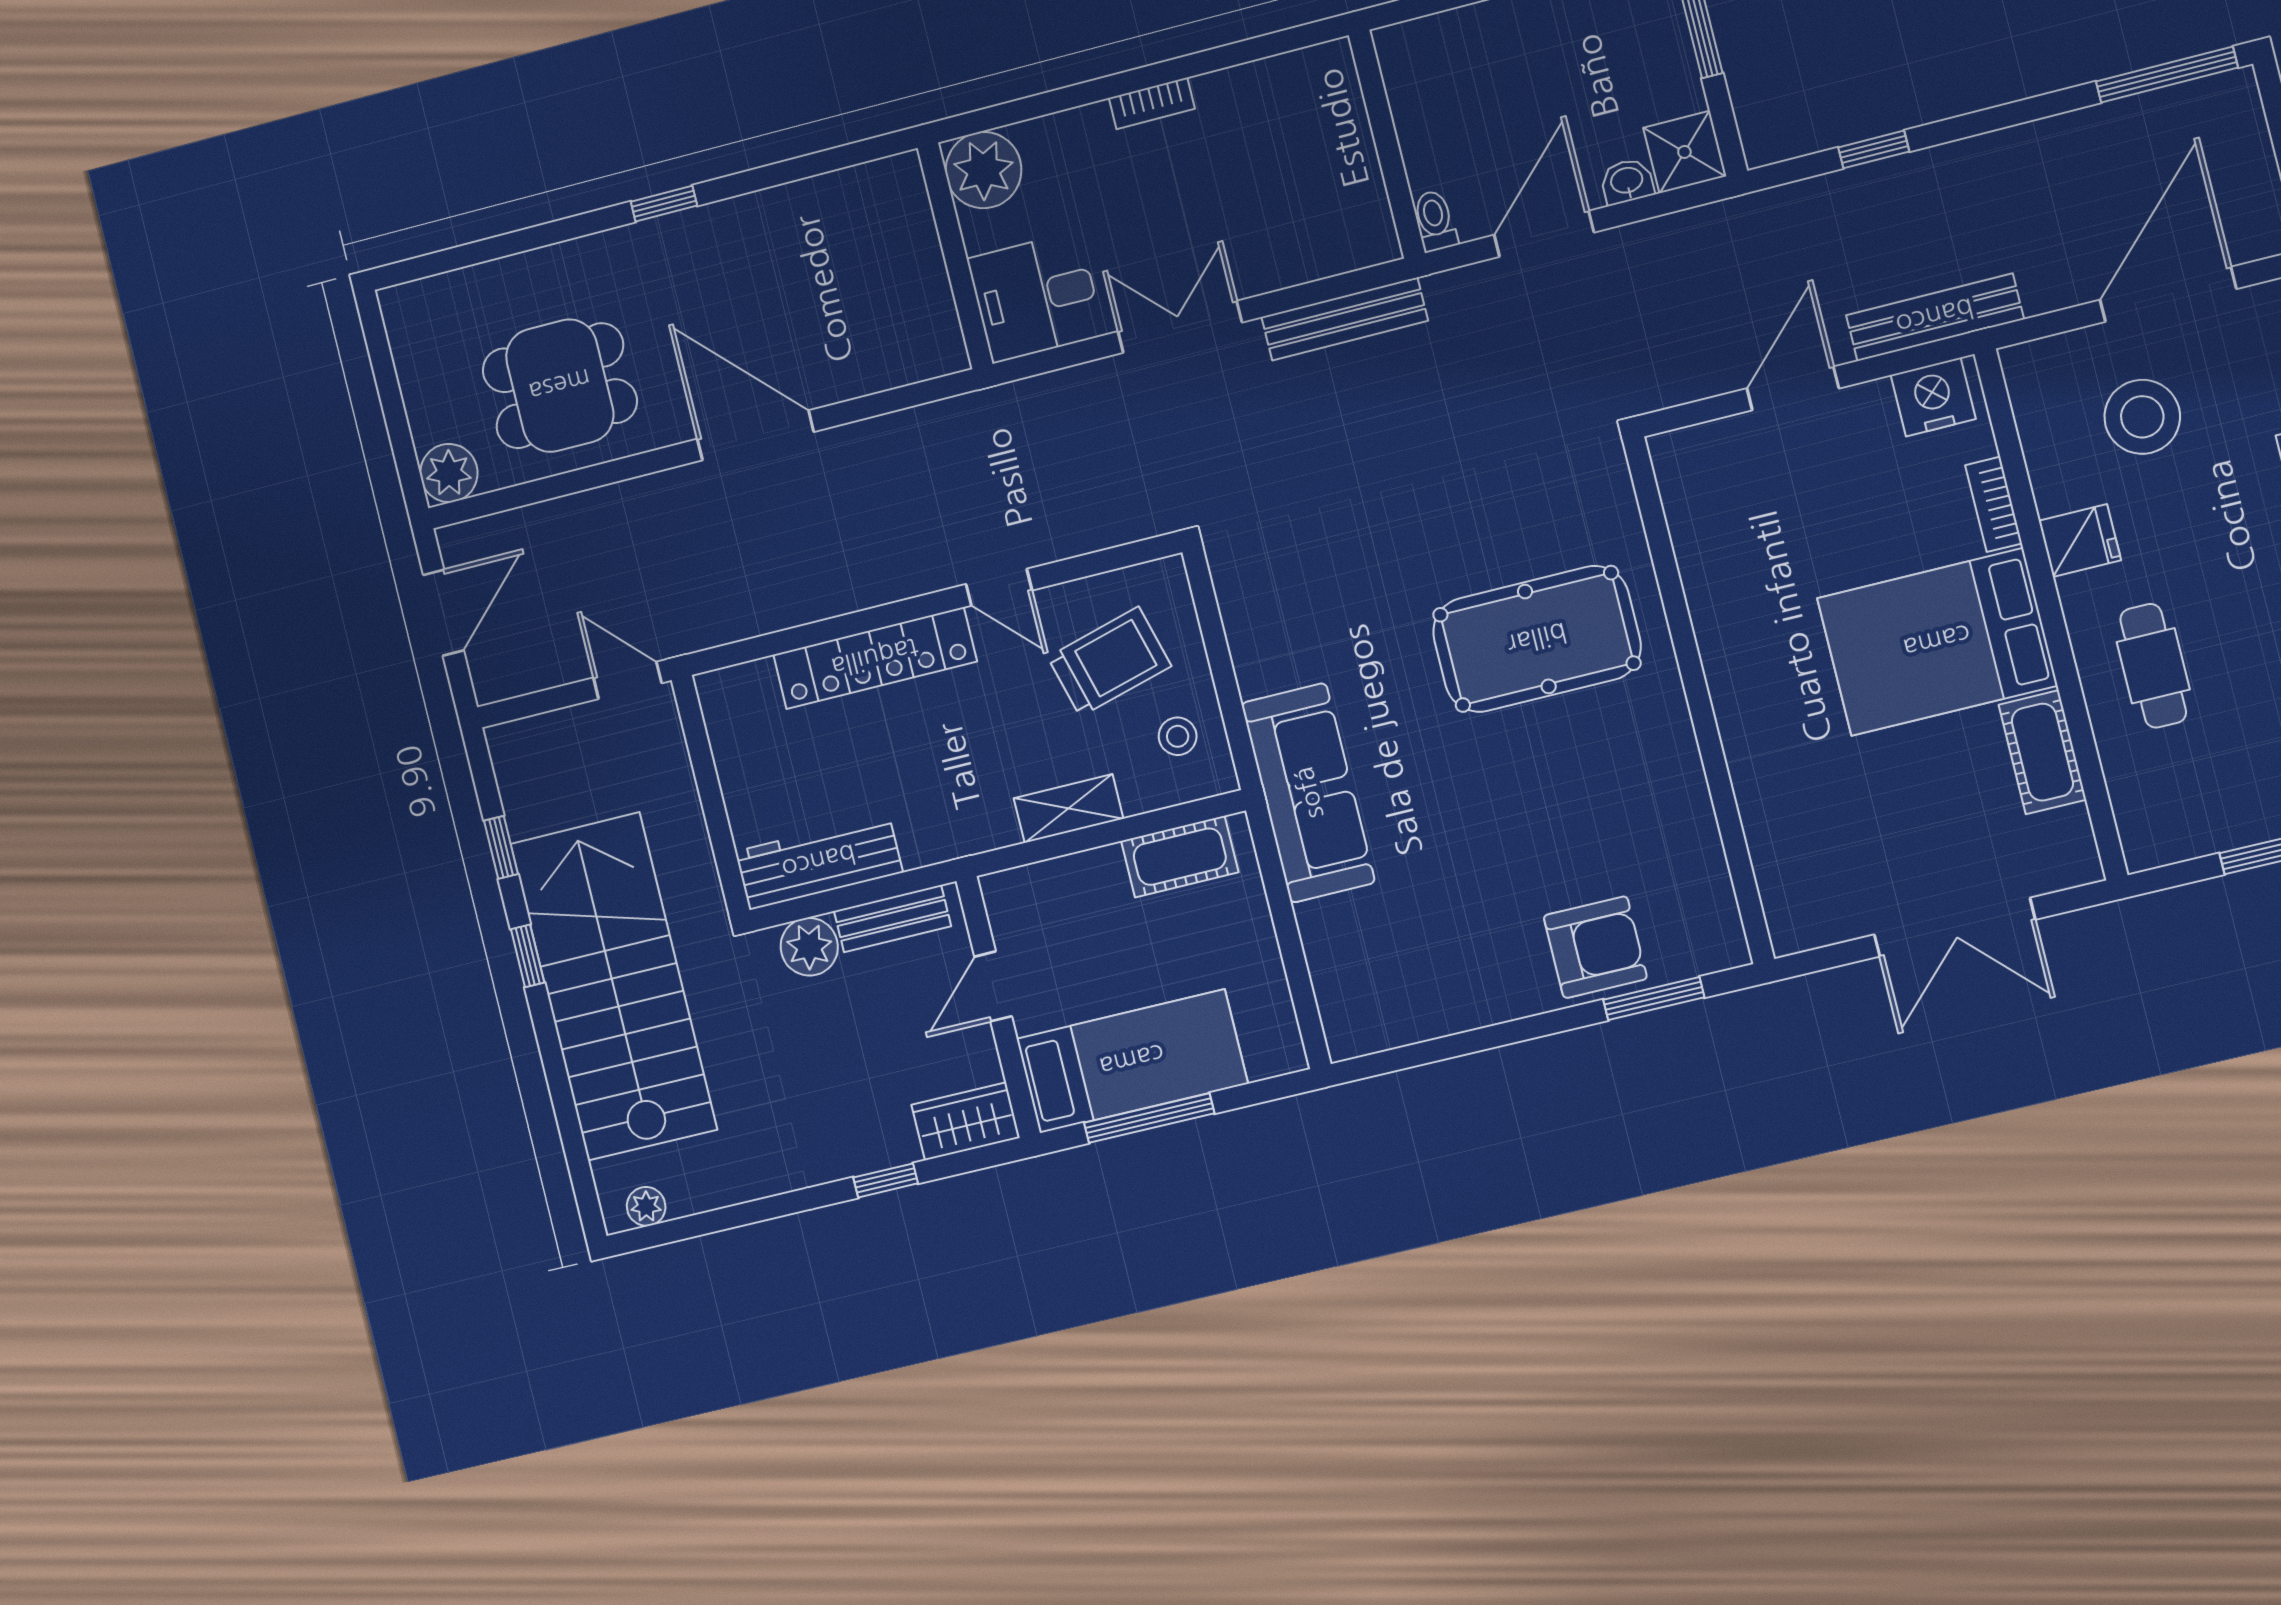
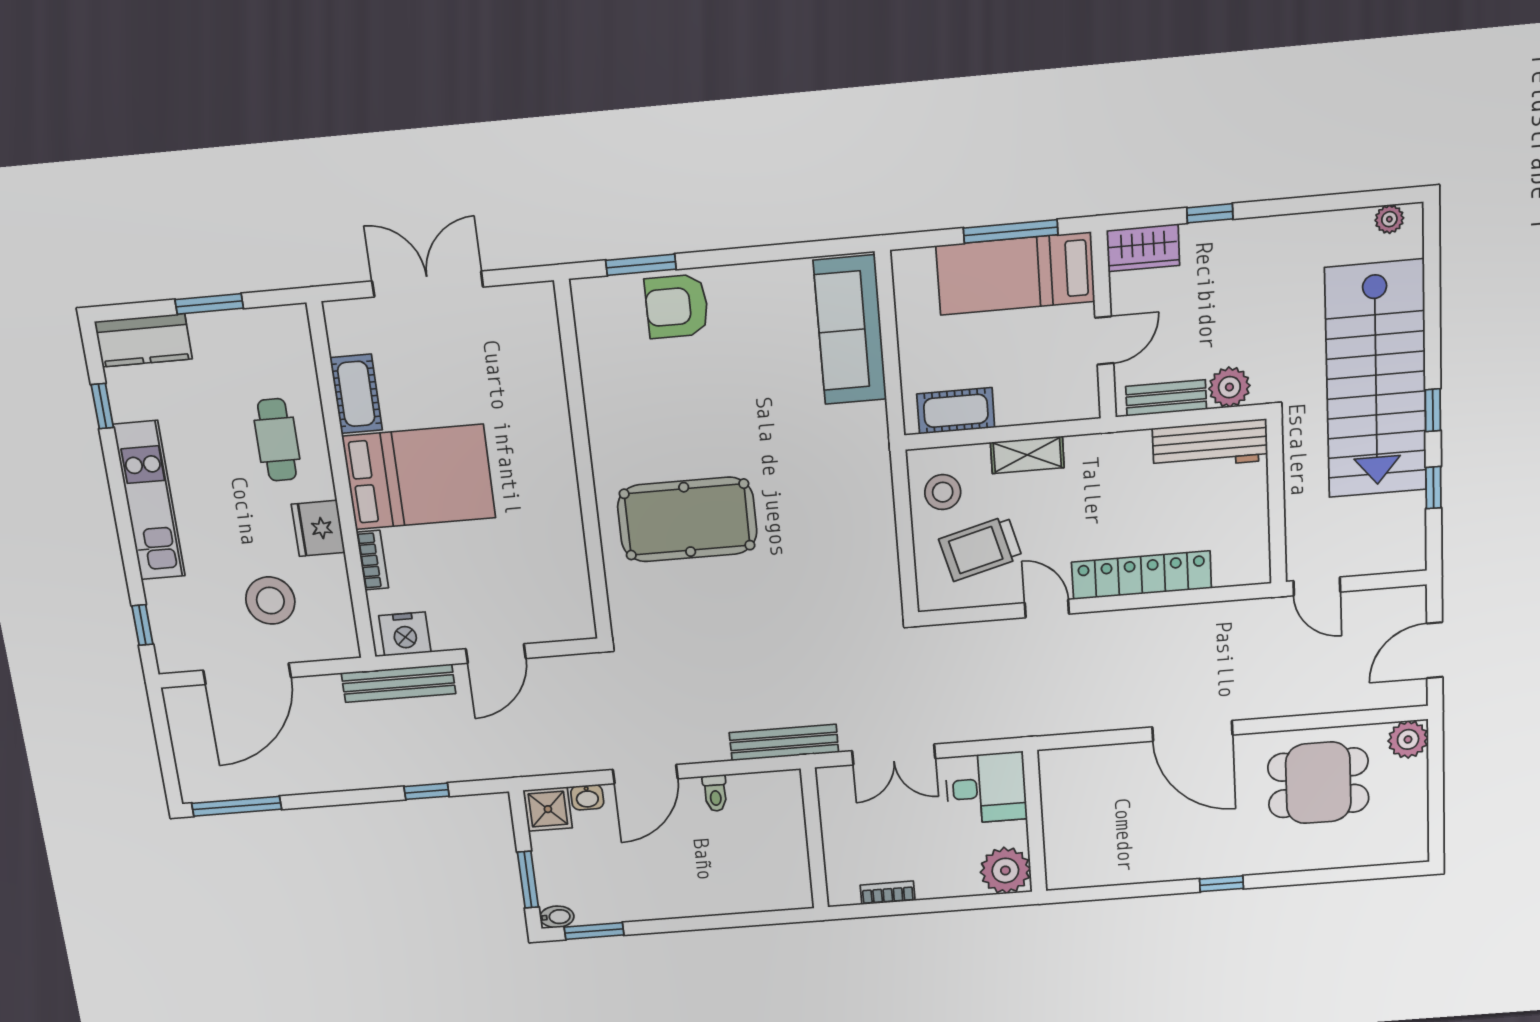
wall: (1387, 144) -> (814, 838), moved
fridge: (2080, 541) -> (318, 528), width x1.38
stool: (1178, 736) -> (943, 492), width x1.37, depth x1.37
sofa: (1308, 793) -> (850, 330), moved

